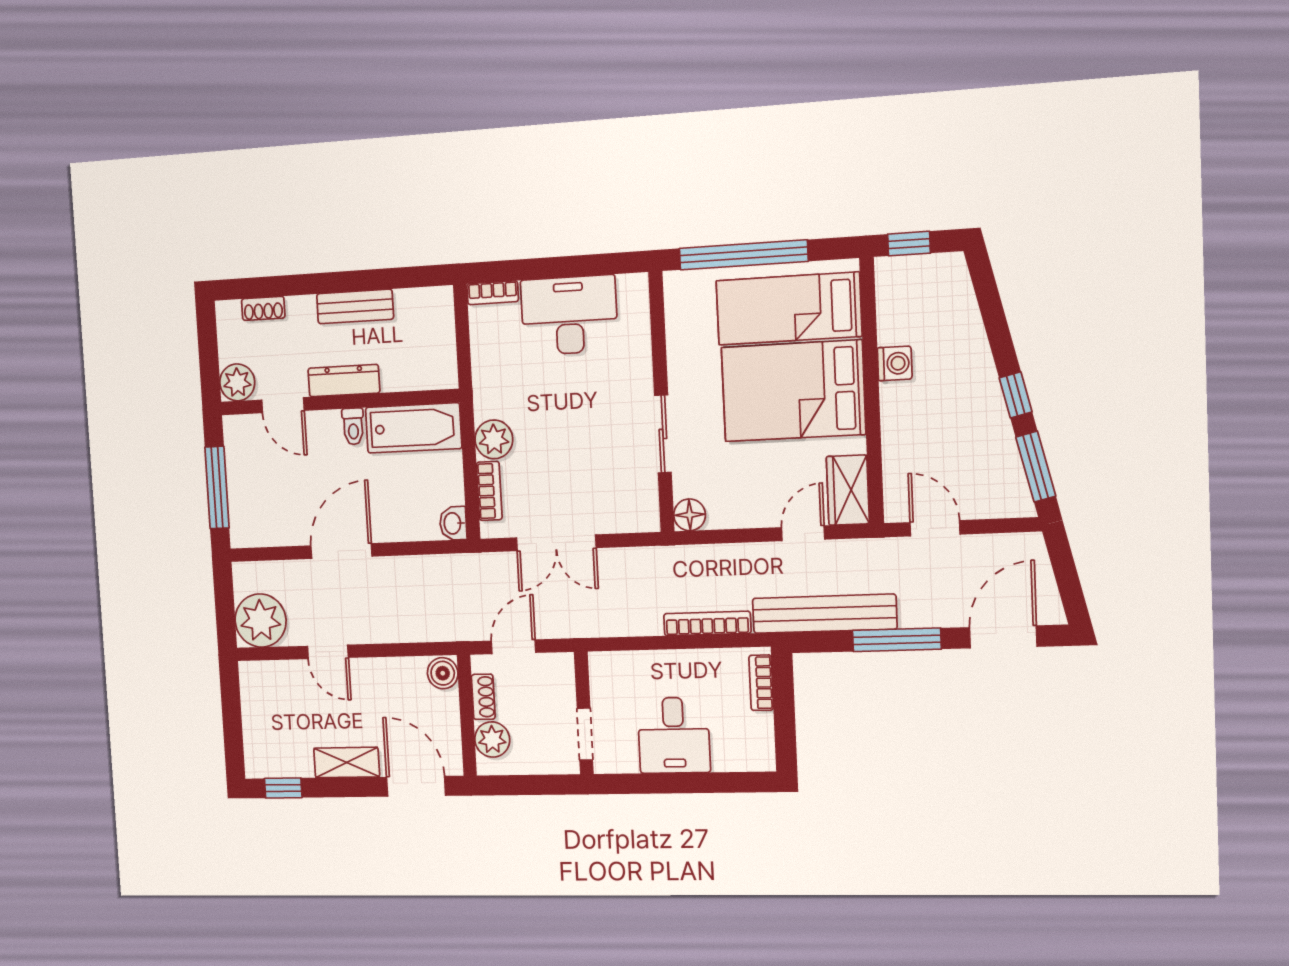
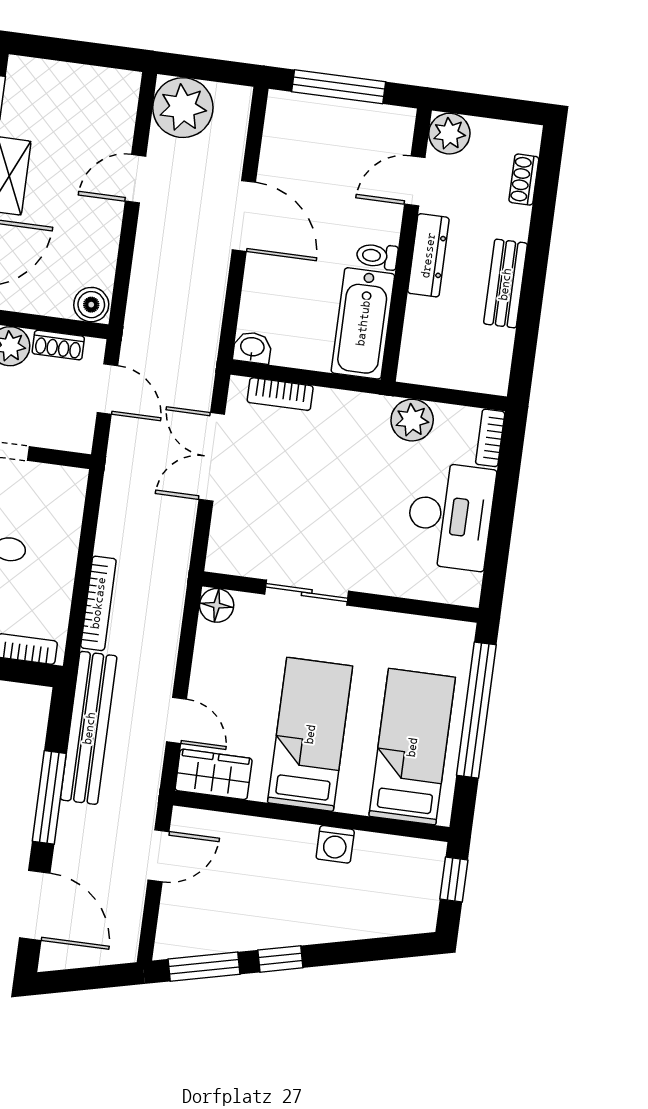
bed: (793, 391) -> (310, 734), width x0.67
plant: (494, 439) -> (412, 420), moved

